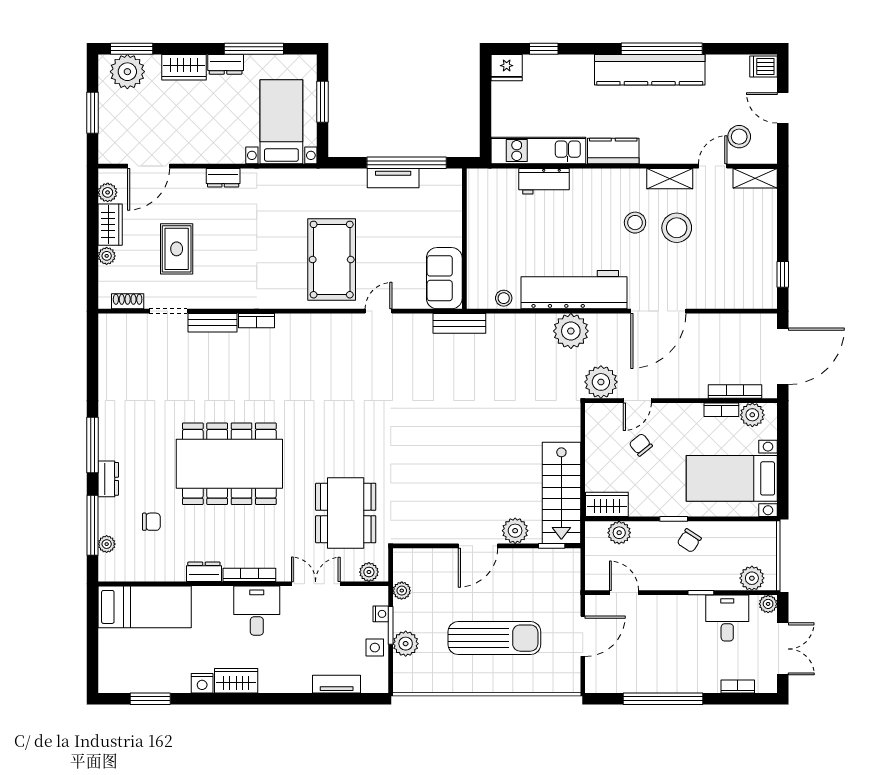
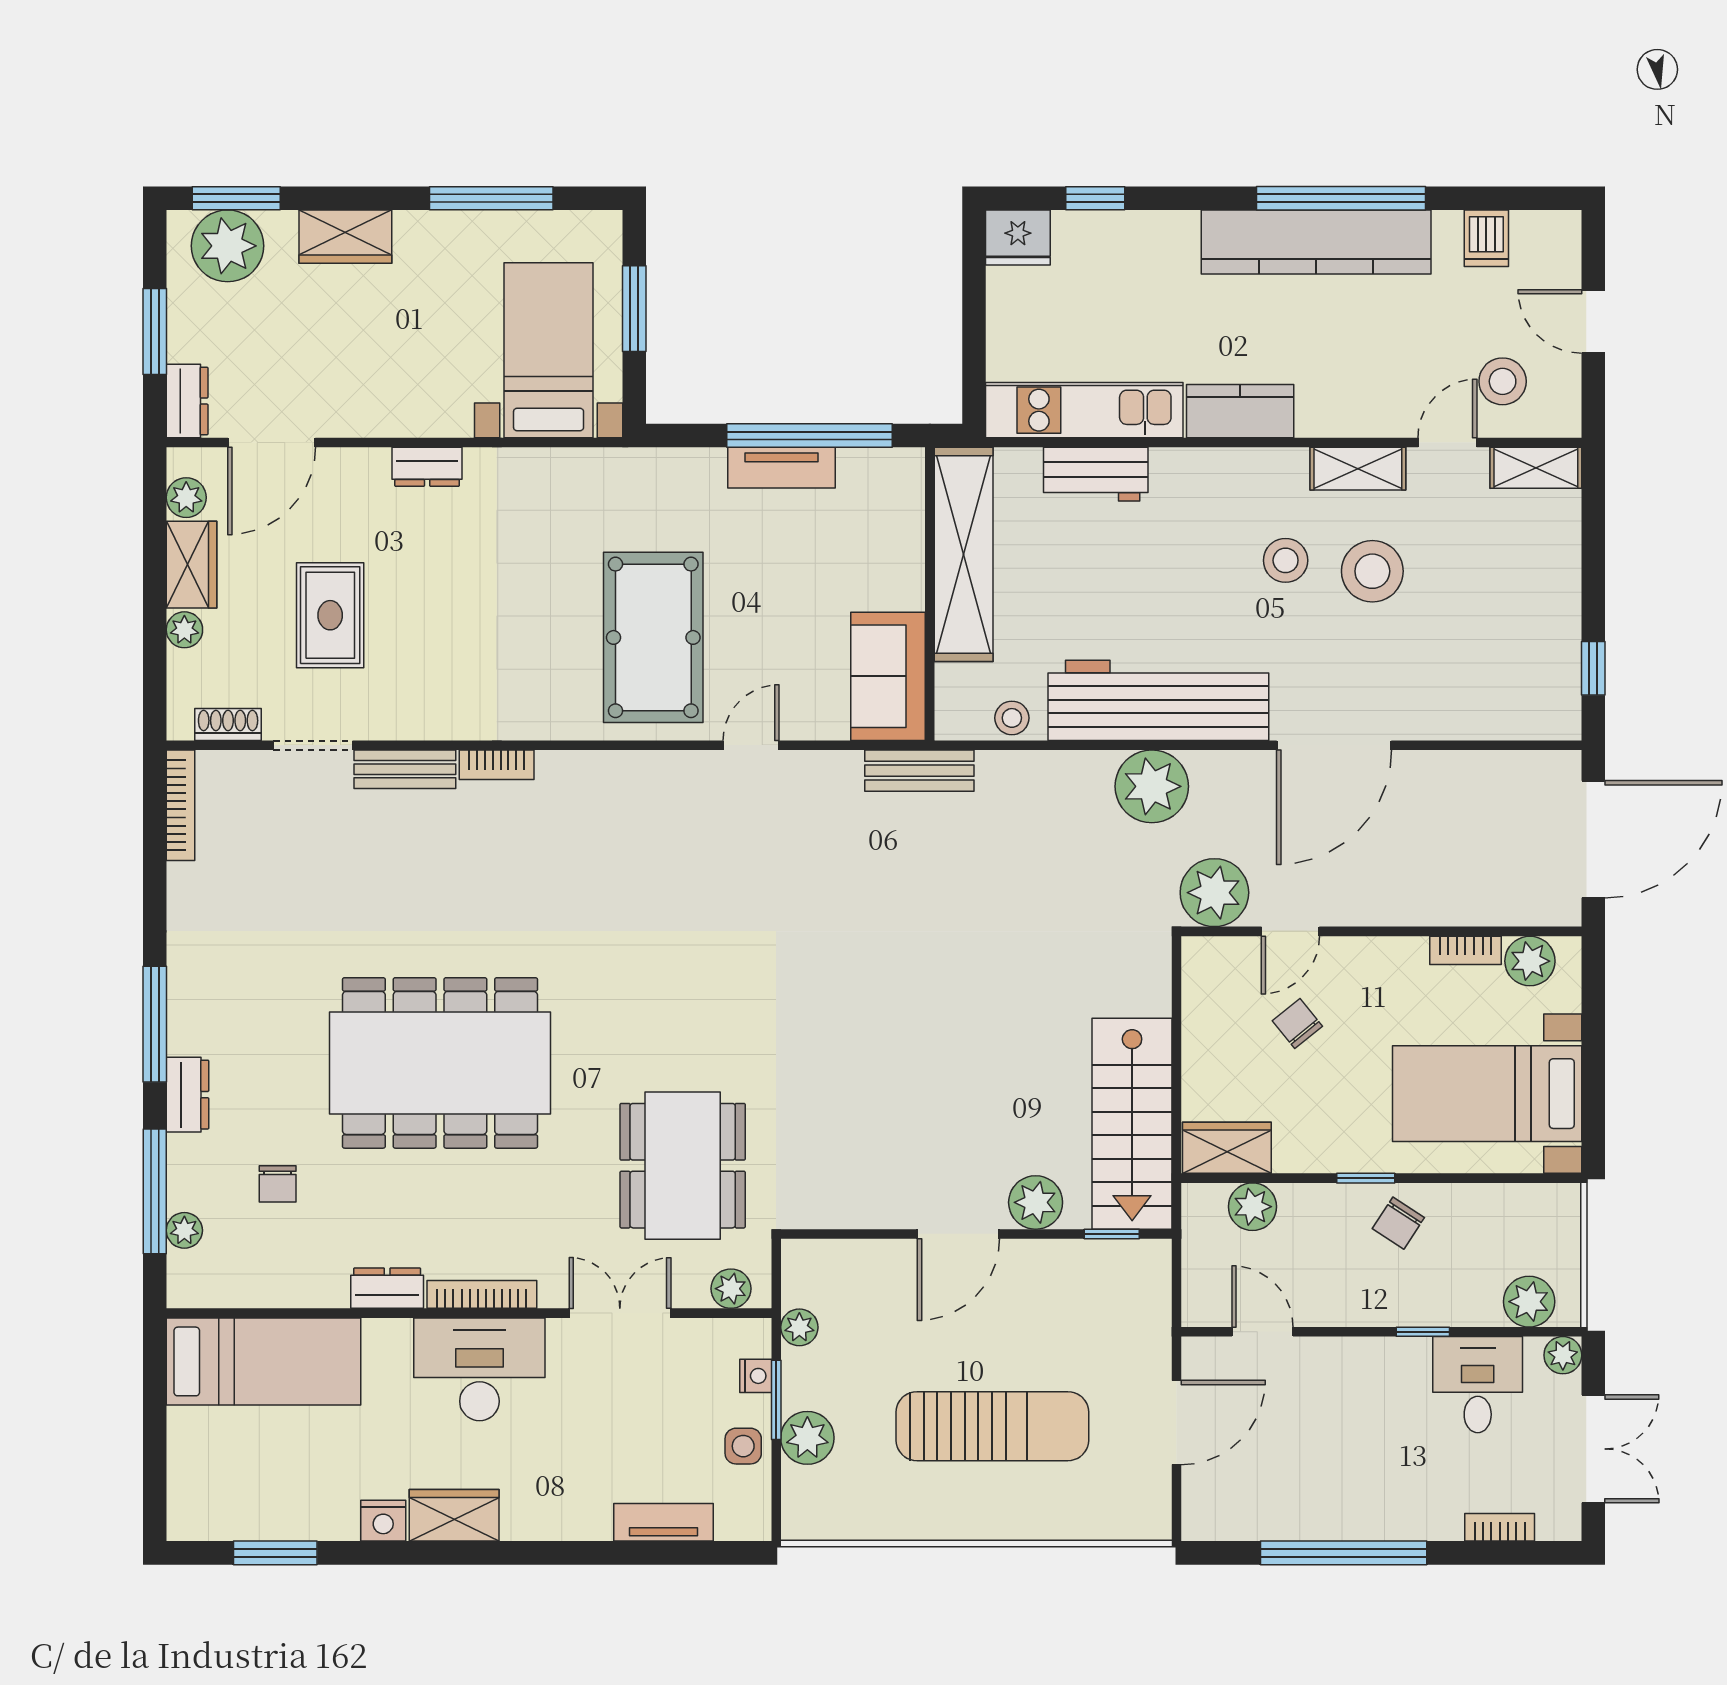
dresser: (226, 64) -> (187, 401), moved, turned -90
dishwasher: (763, 67) -> (1486, 238), moved, turned -90
shelving: (481, 220) -> (964, 554), added
bookcase: (735, 392) -> (181, 805), moved, turned 90
chair: (151, 522) -> (278, 1184), turned 90
desk: (257, 611) -> (479, 1369), width x1.37

